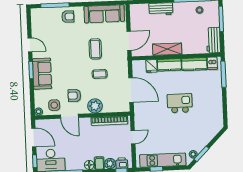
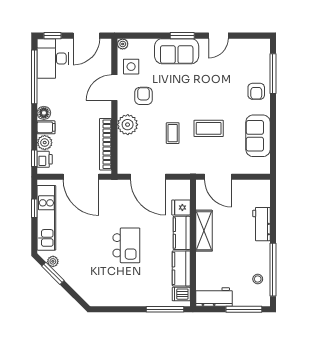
sofa: (104, 14) -> (258, 136), width x0.73
door: (131, 90) -> (148, 177), hinge flipped
door: (133, 137) -> (81, 177), width x1.88

